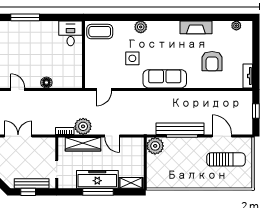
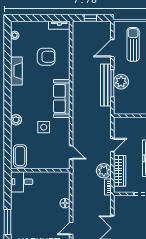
plant: (155, 146) -> (121, 82), moved

